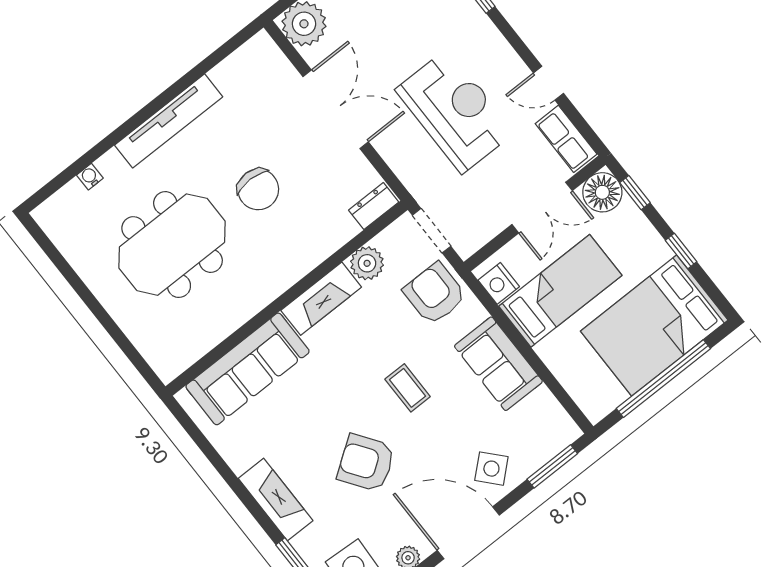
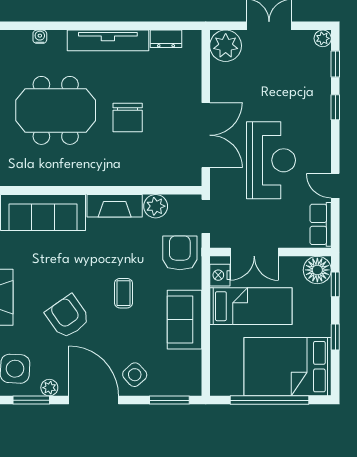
double door: (336, 109) -> (206, 135), moved
dresser: (374, 206) -> (166, 39), moved, turned 180
double door: (542, 208) -> (254, 252), moved

